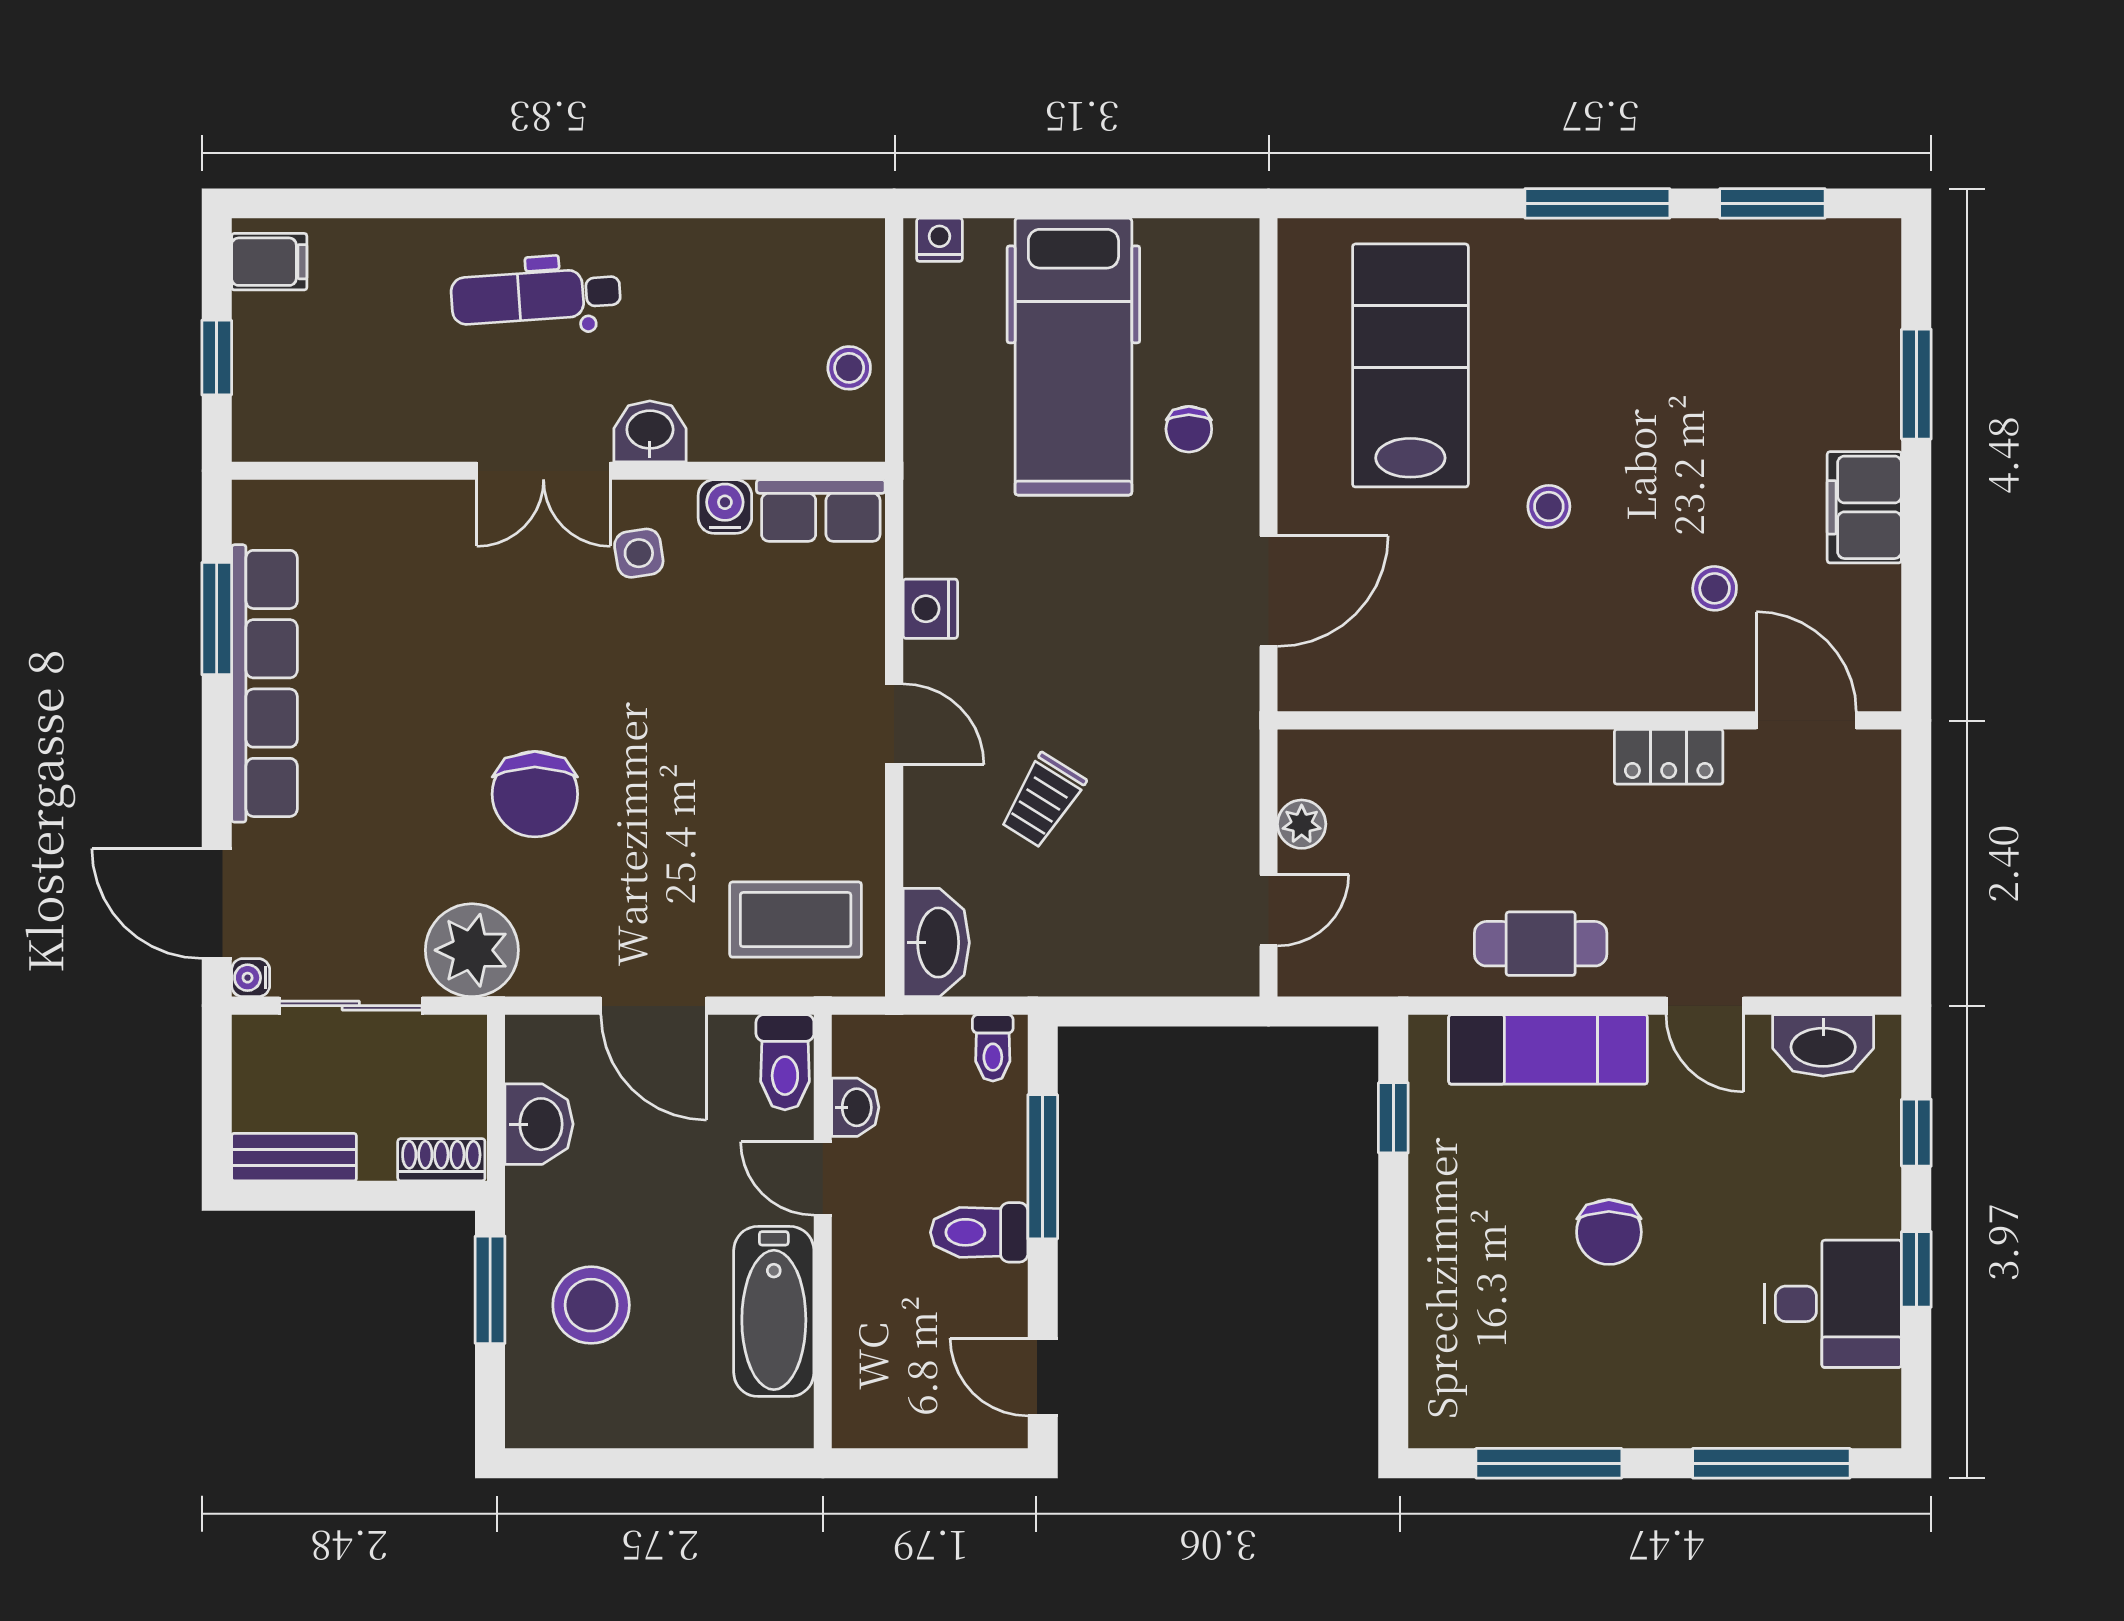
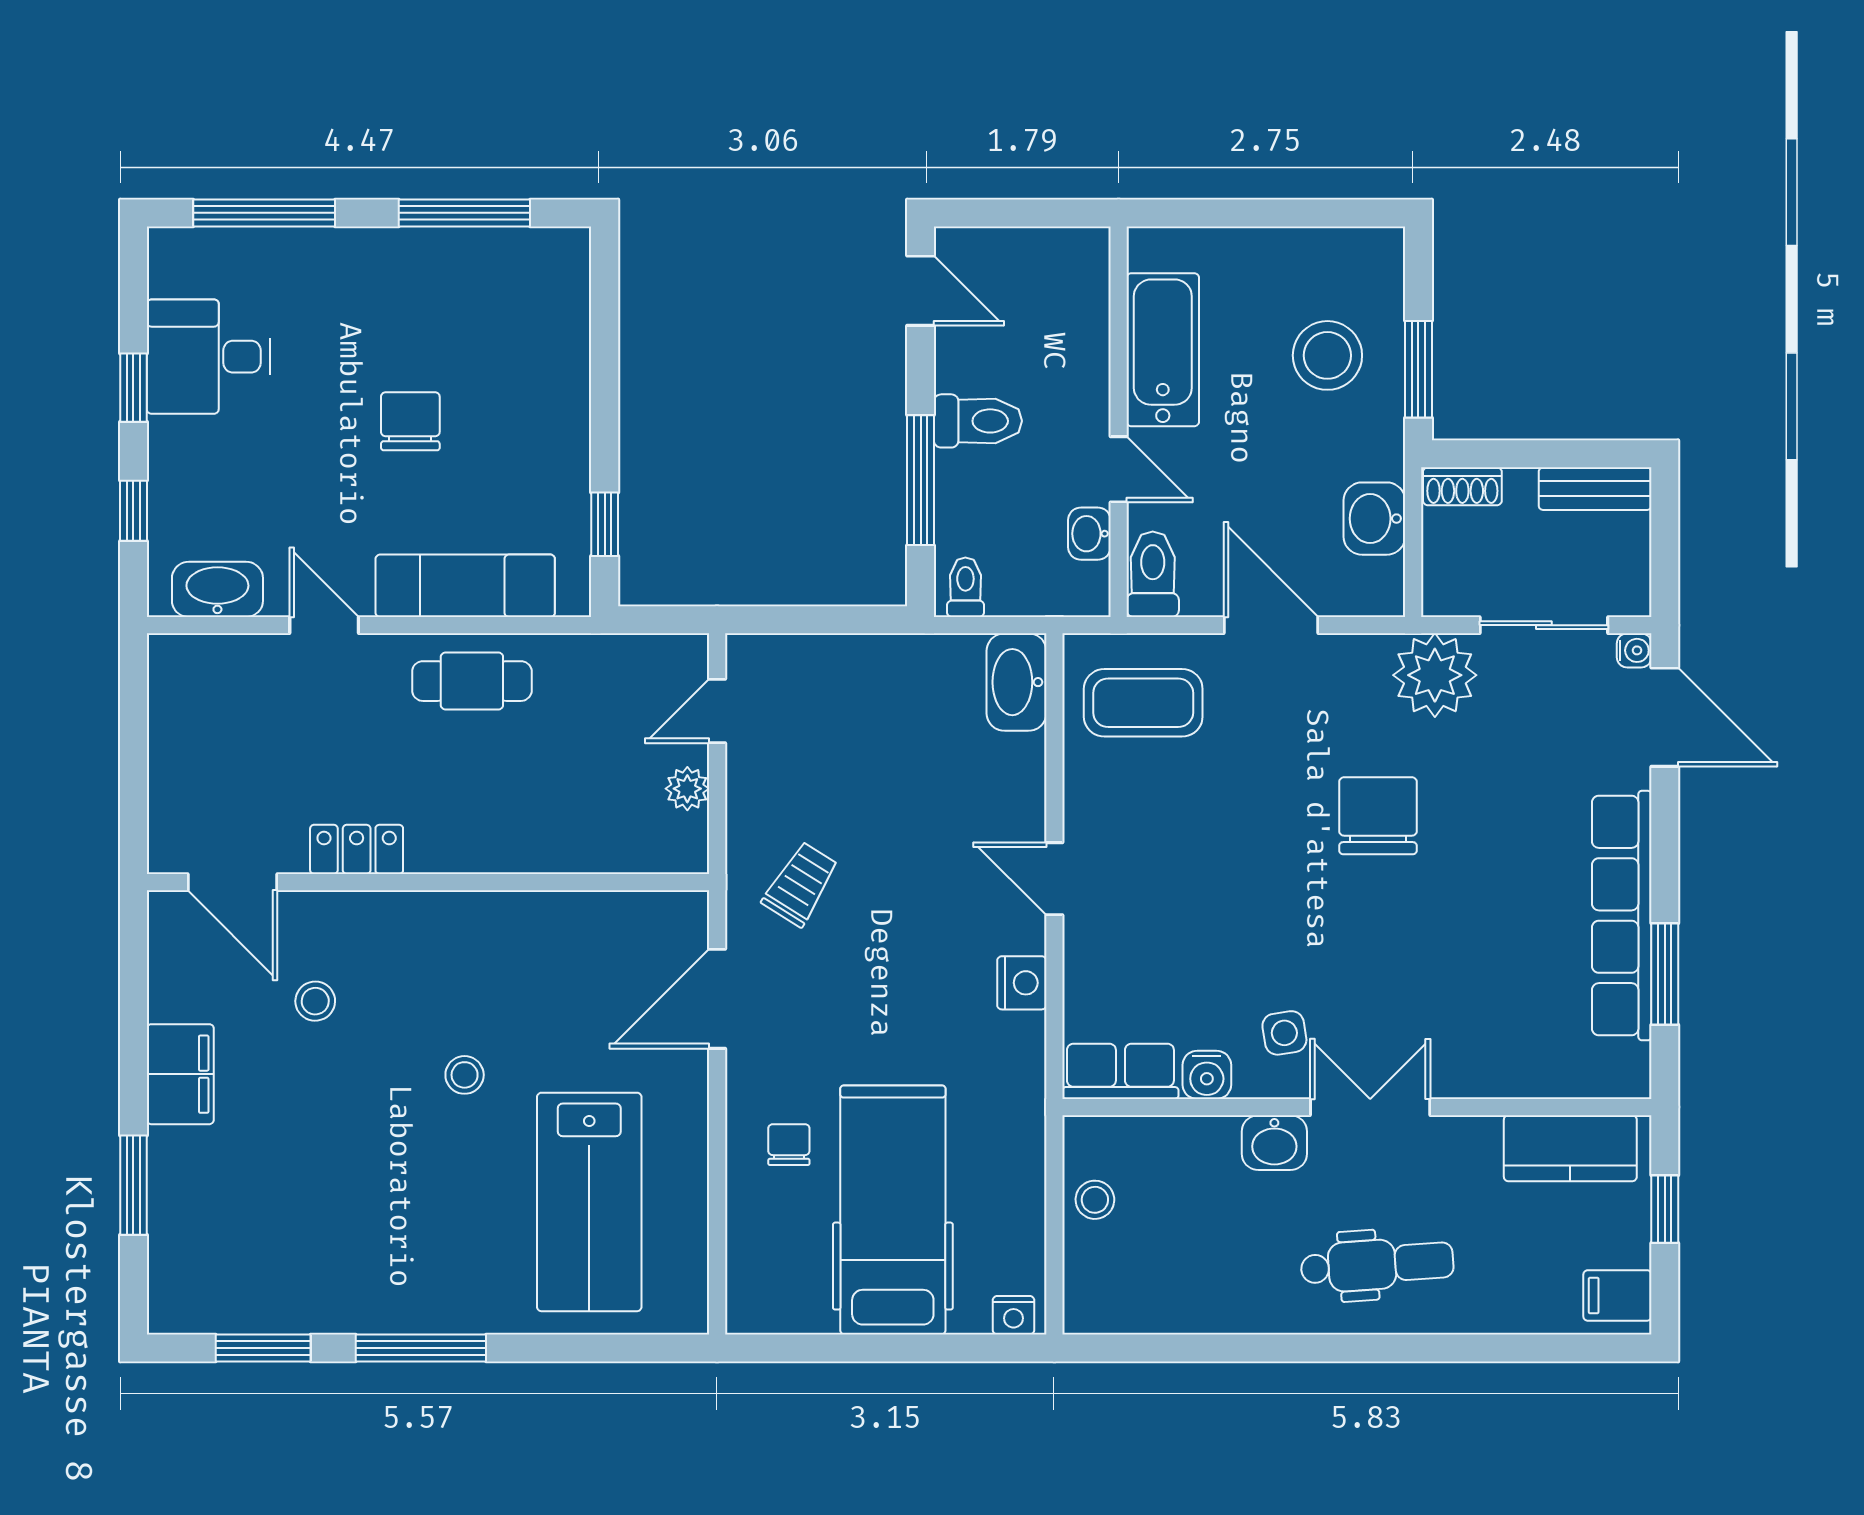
kitchen counter: (322, 425) -> (1570, 1148), added
trolley: (1043, 801) -> (801, 884), moved

